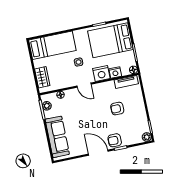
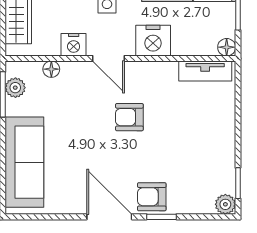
nightstand: (115, 73) -> (74, 45), moved
armchair: (117, 109) -> (129, 117), moved

